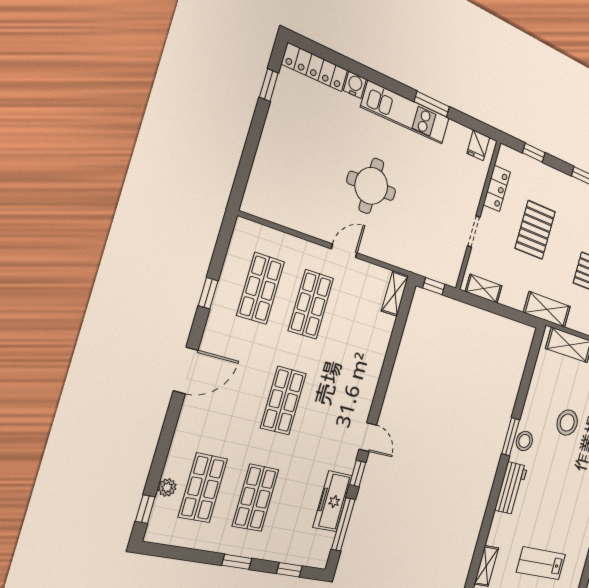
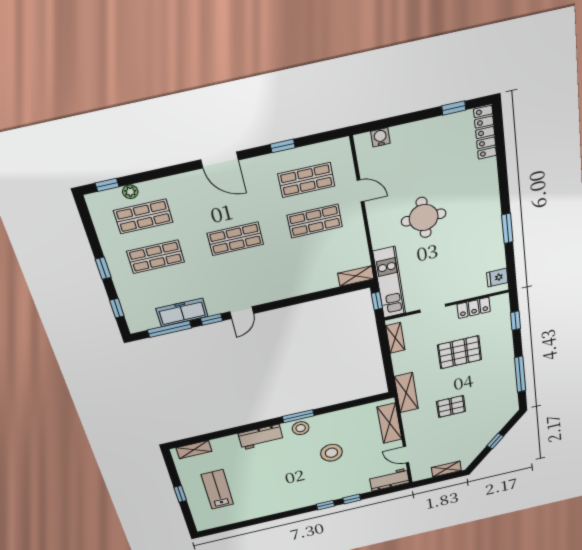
water cooler: (355, 85) -> (380, 137), moved, turned -90
kitchen unit: (406, 113) -> (389, 283), moved, turned 180
door: (344, 251) -> (360, 191), moved

